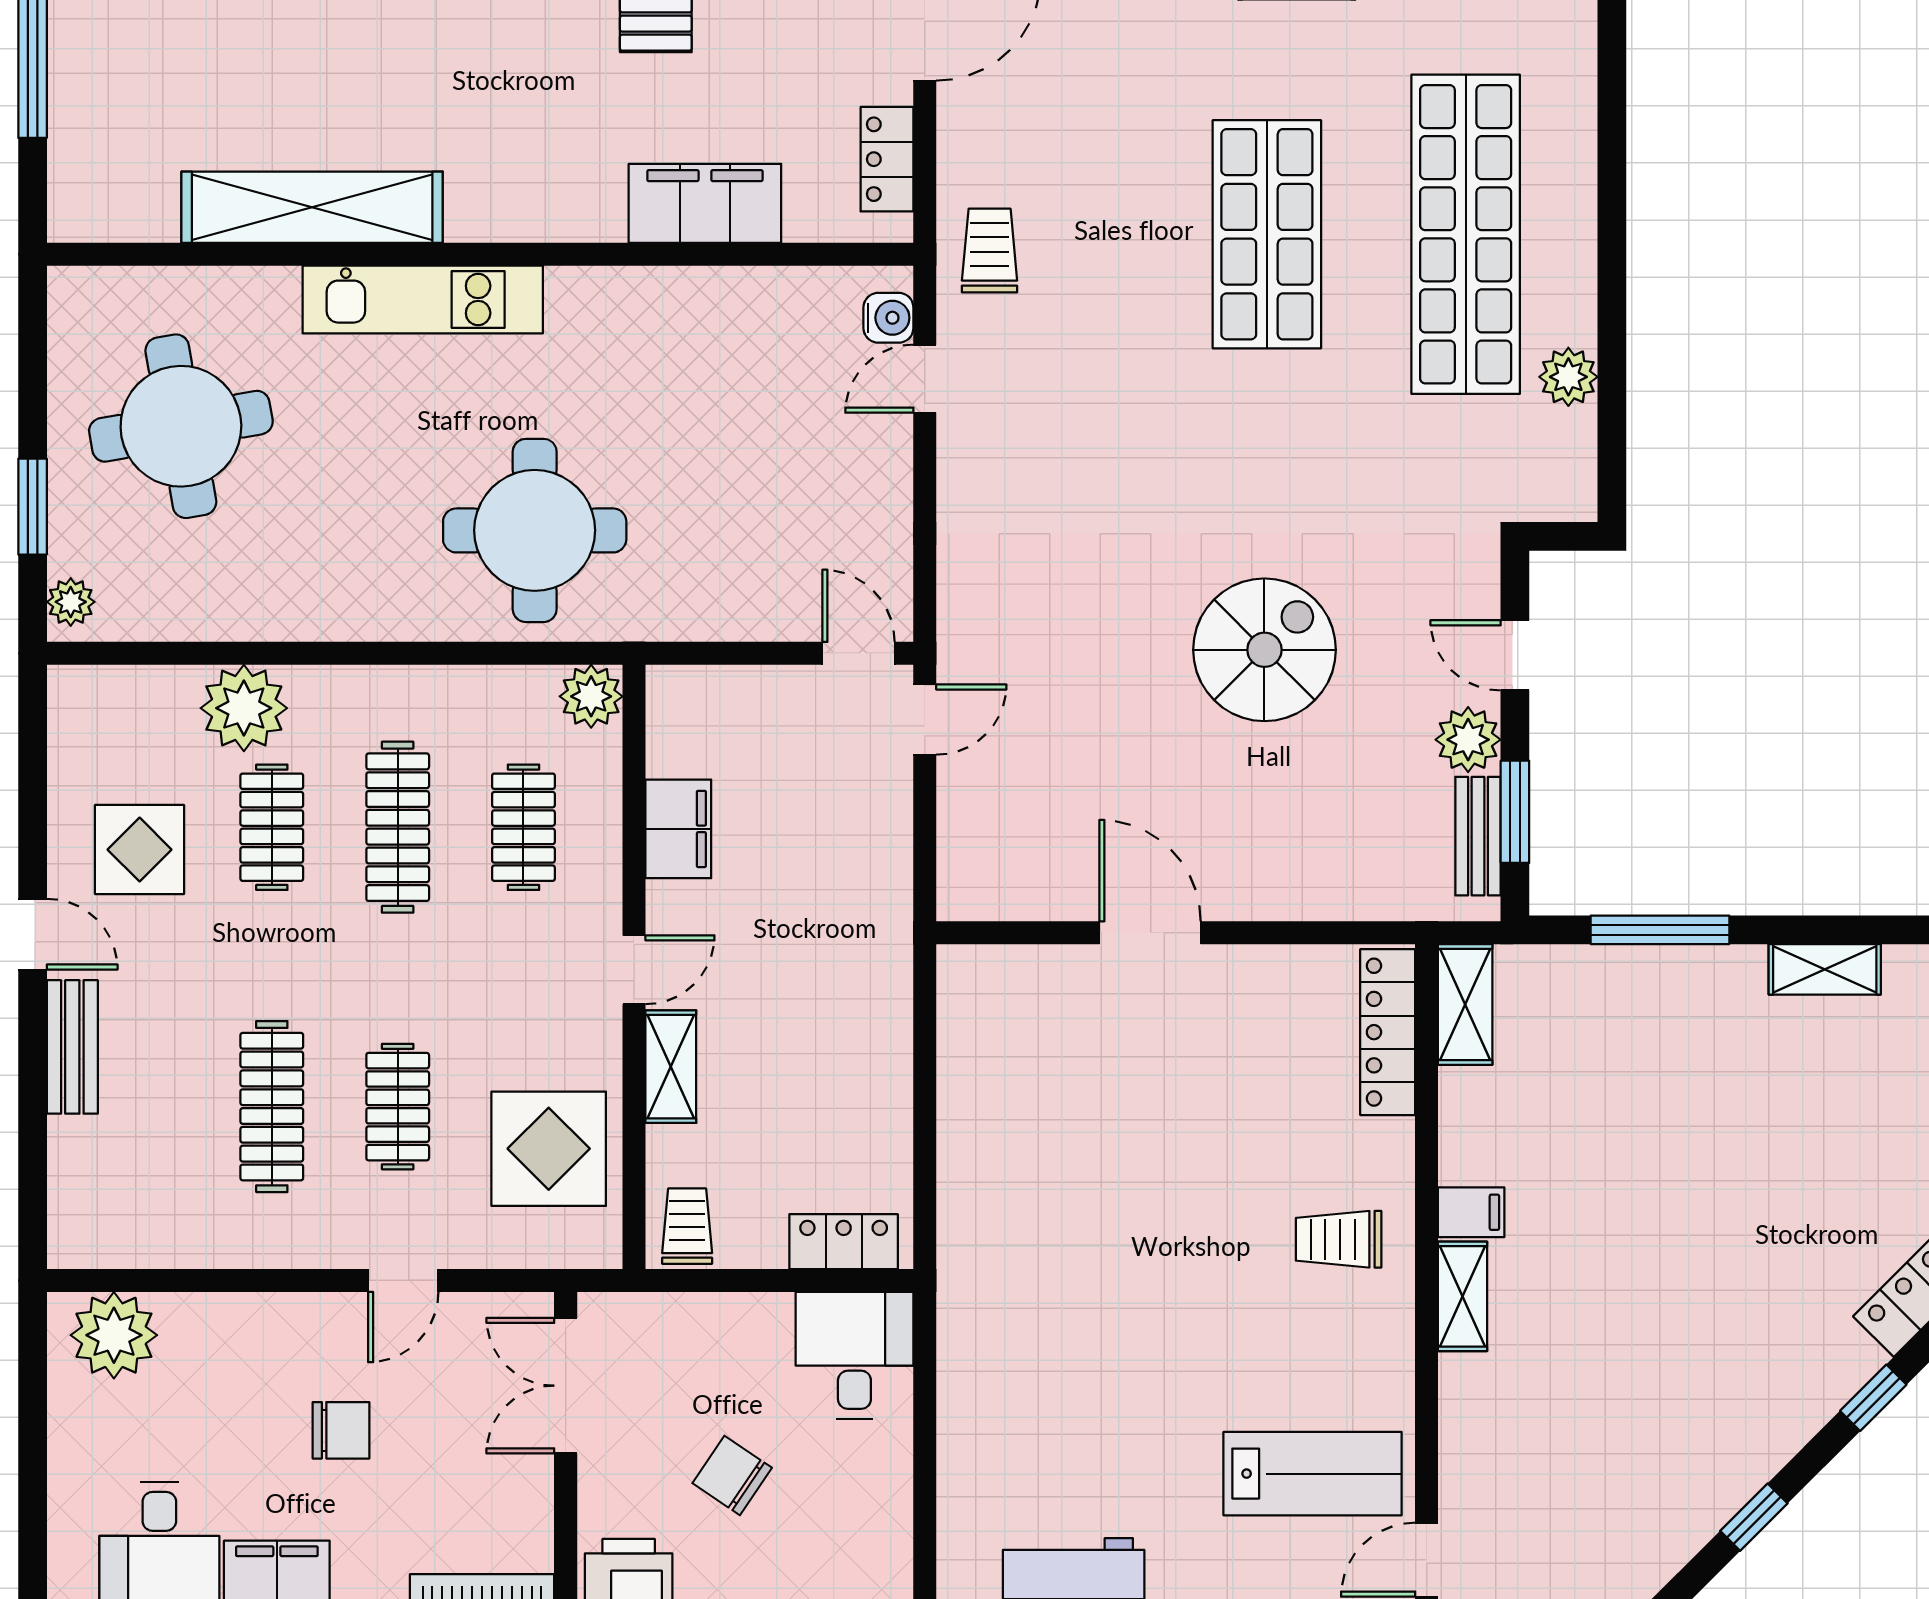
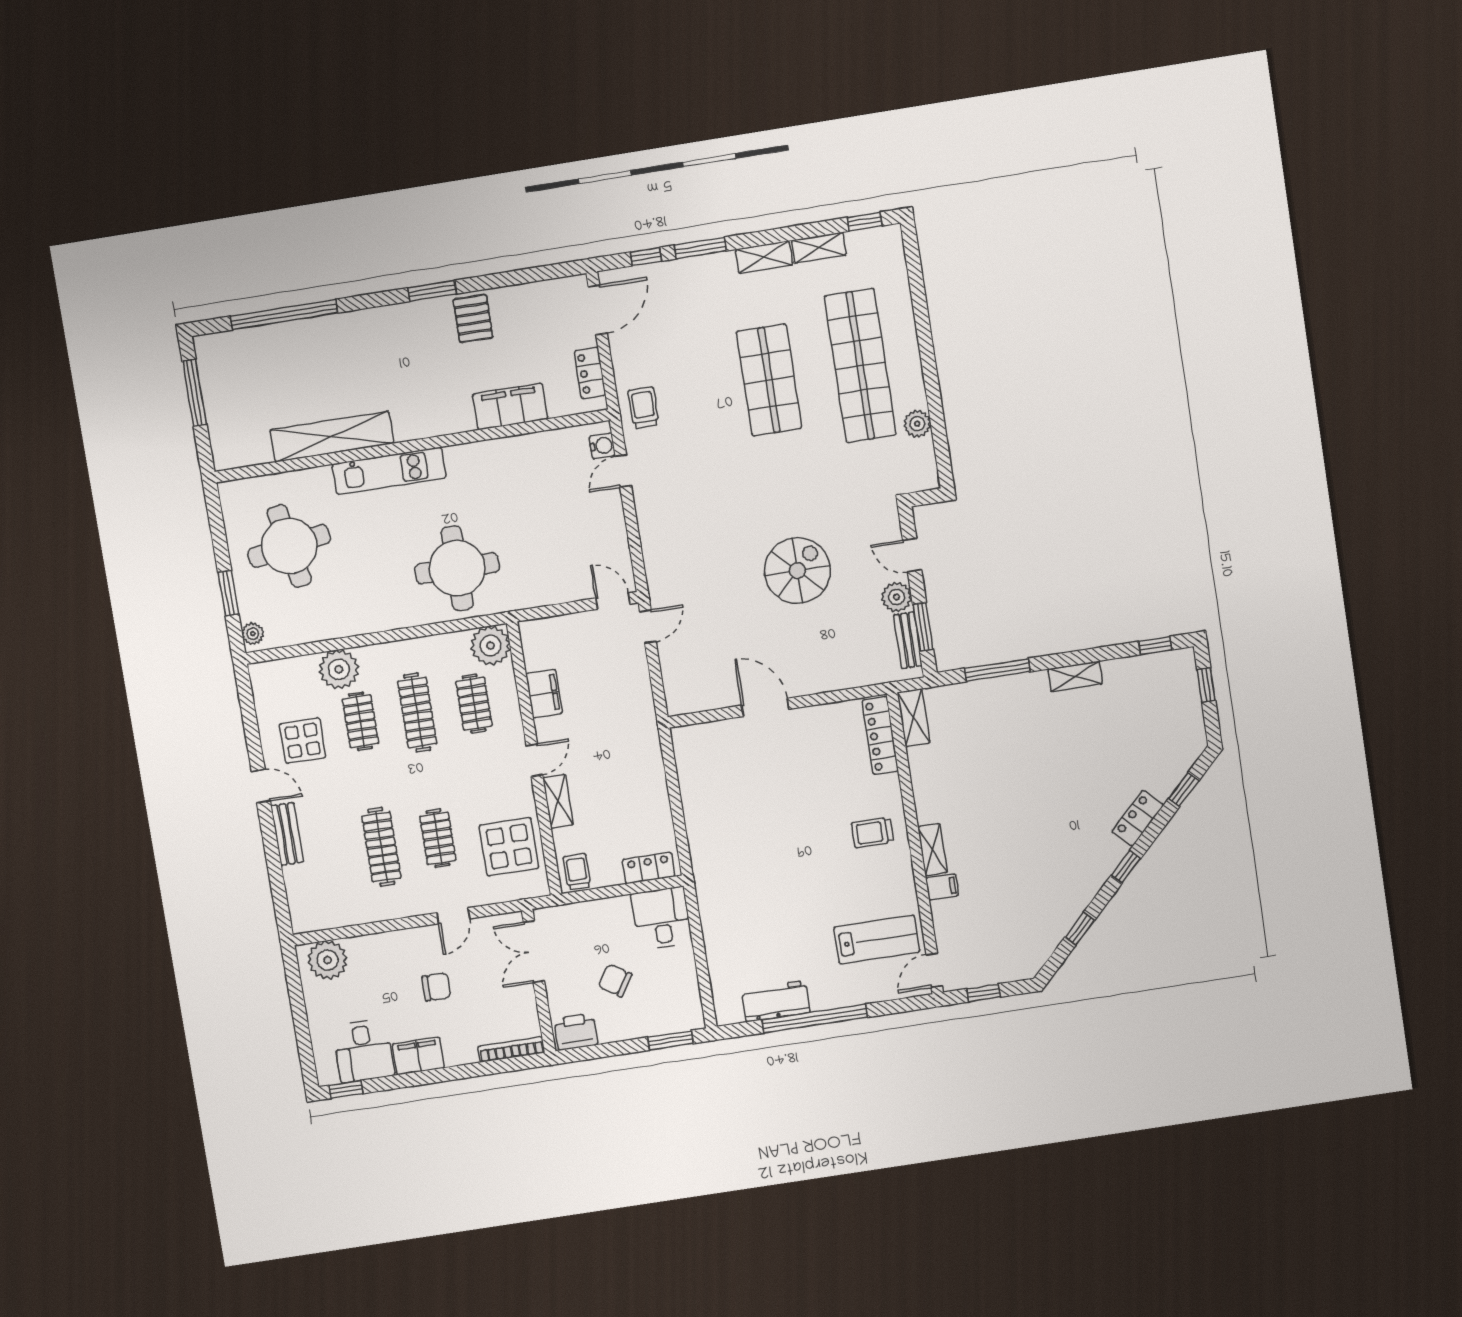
plant: (591, 696) -> (491, 646), width x1.36, depth x1.36
filing cabinet: (1471, 1212) -> (942, 887), moved

